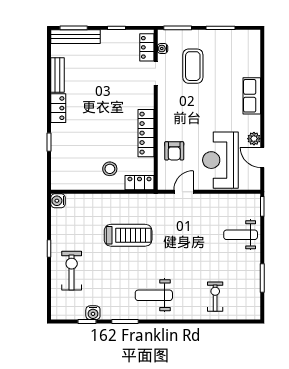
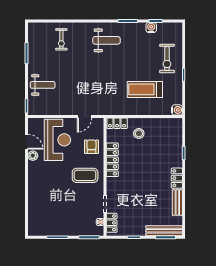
coffee table: (193, 66) -> (85, 175), moved, turned 90
row of seats: (252, 96) -> (34, 187), removed
treadmill: (128, 235) -> (145, 89), moved

